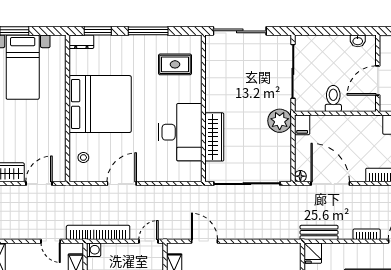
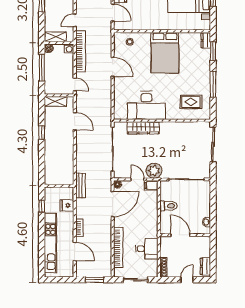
rug: (175, 64) -> (191, 102), turned 90
bed: (100, 104) -> (165, 53), width x0.73
door: (293, 146) -> (138, 179), added
bench: (319, 232) -> (81, 185), moved
door: (204, 241) -> (75, 121), hinge flipped
fridge: (313, 253) -> (67, 205), moved

